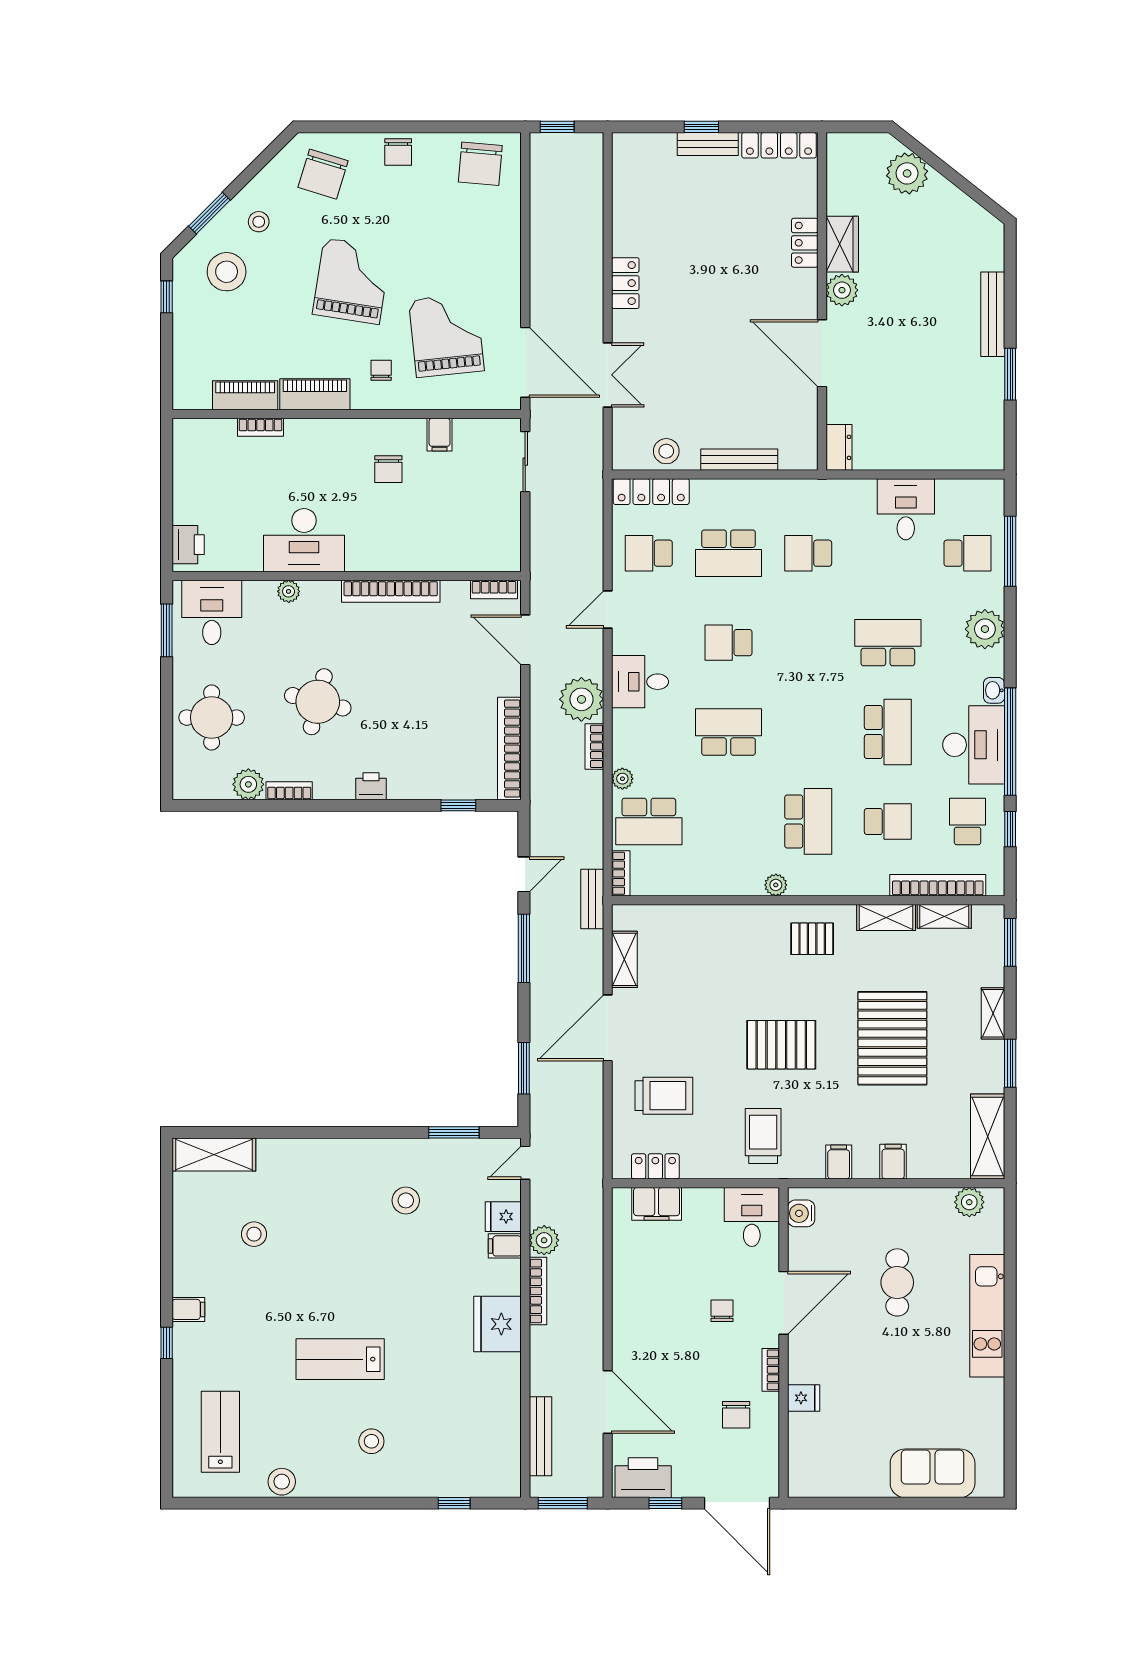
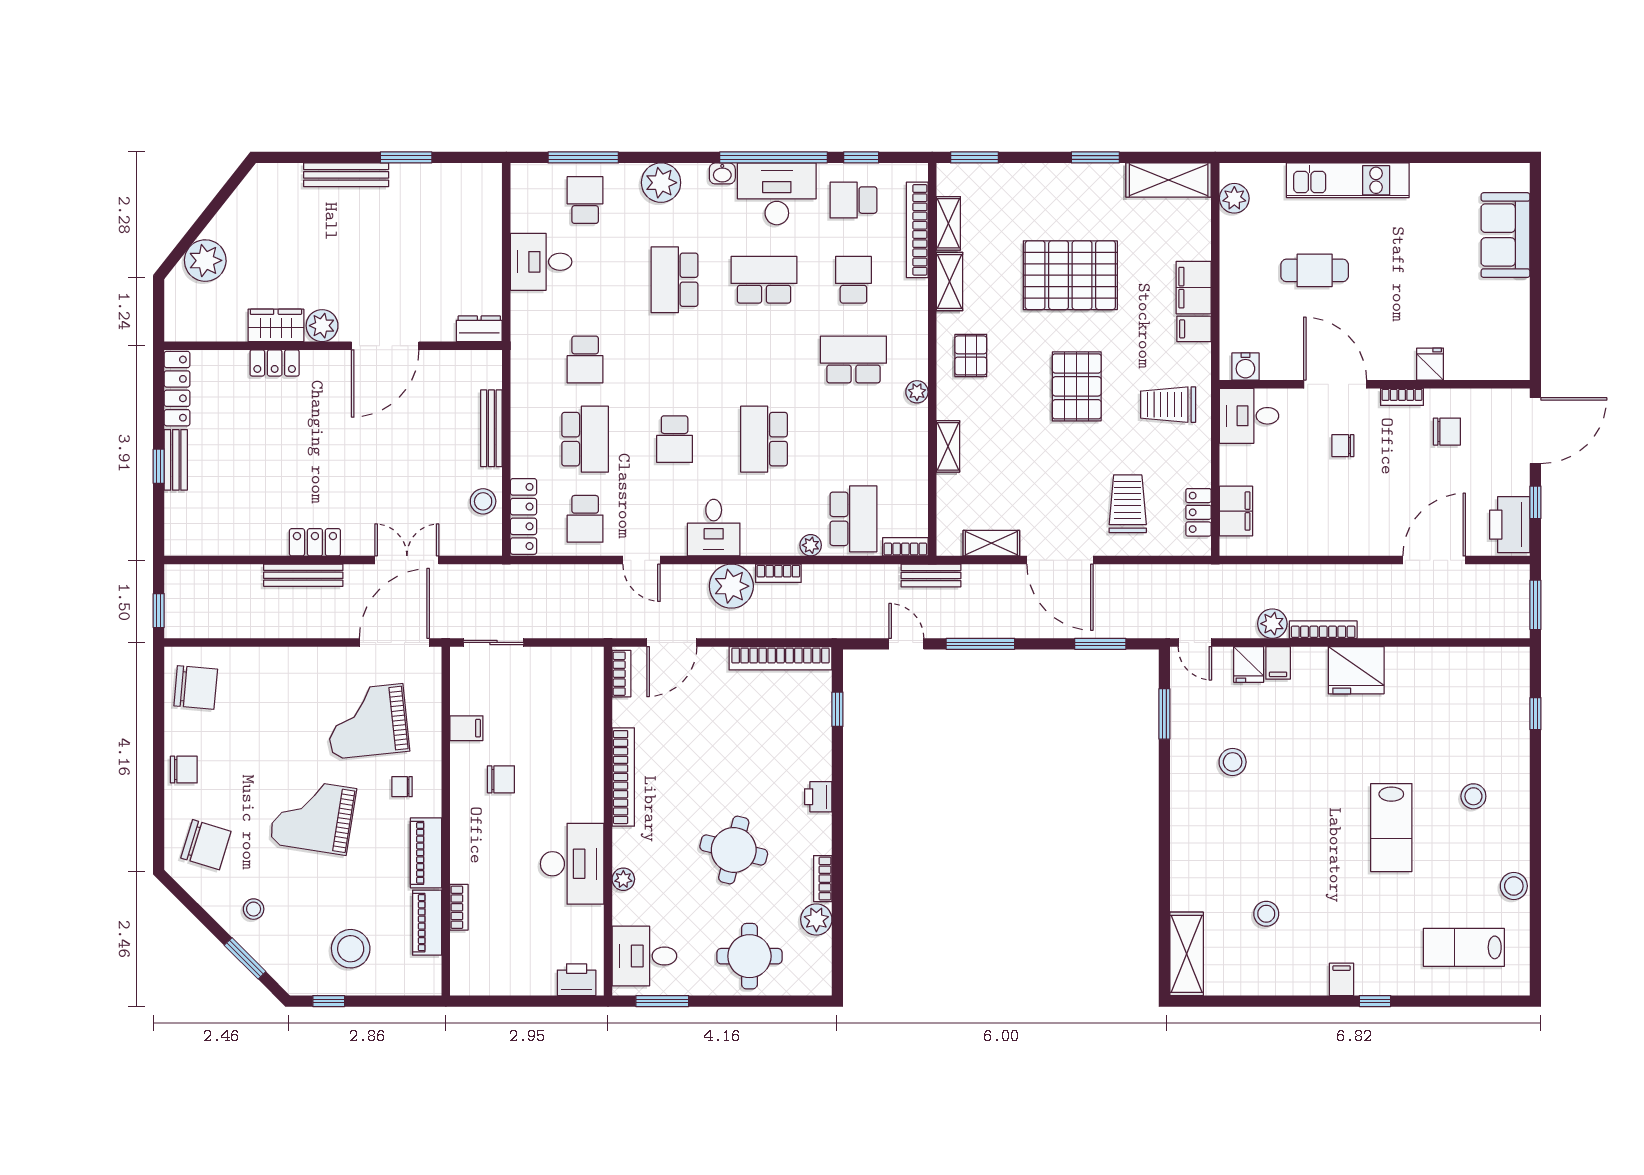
stool: (227, 272) -> (351, 949), moved
shelving: (993, 1013) -> (948, 446), moved, turned 90
filing cabinet: (893, 1162) -> (1194, 288), width x2.00
bench: (540, 1436) -> (303, 575), moved

